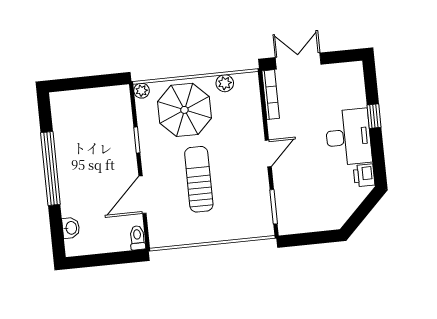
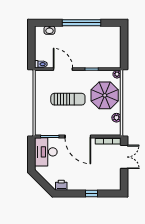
desk: (348, 137) -> (46, 152), moved, turned 90
door: (268, 153) -> (78, 137), width x1.88

